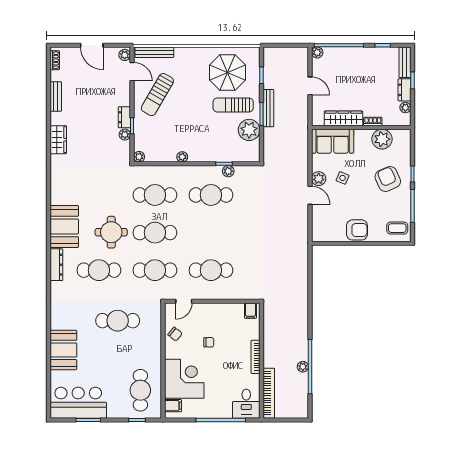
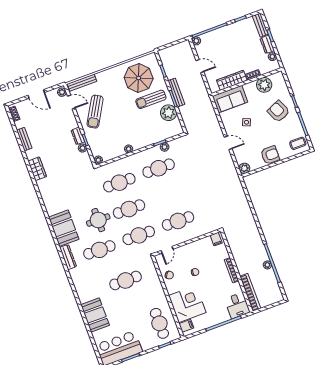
plant: (319, 179) -> (244, 168), moved

